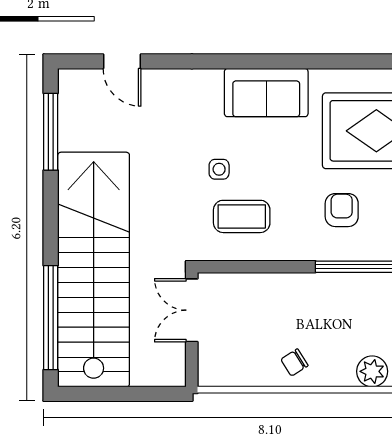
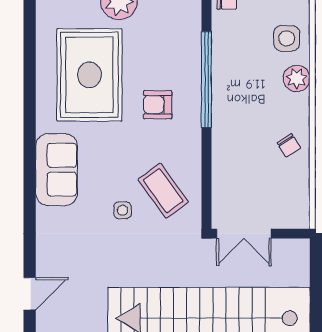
coffee table: (242, 216) -> (163, 191), turned -36

